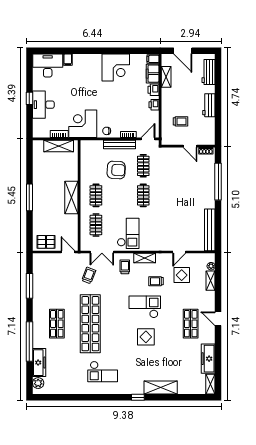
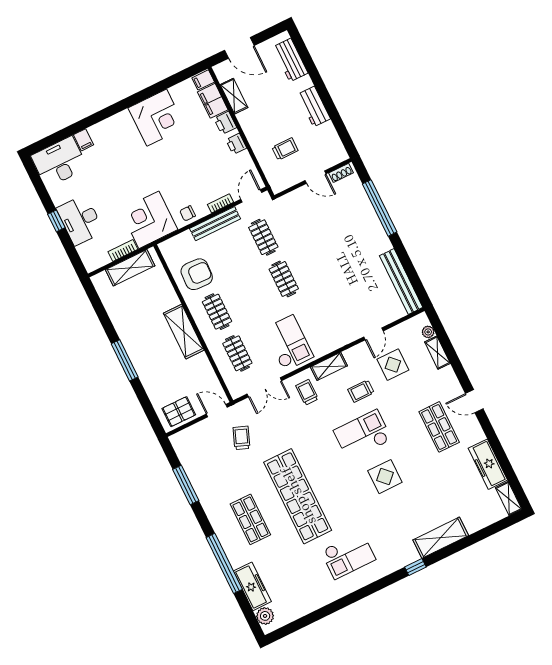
armchair: (116, 170) -> (197, 274), moved
trolley: (89, 275) -> (241, 438), moved

